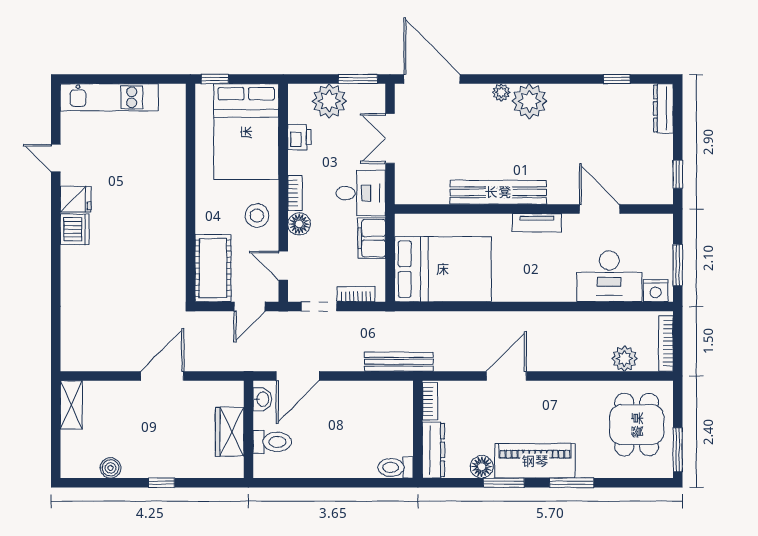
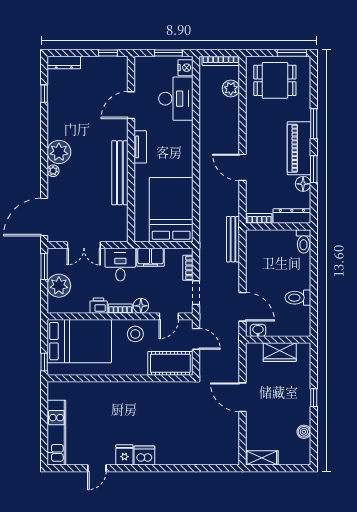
printer: (299, 137) -> (99, 306), moved
toilet: (272, 442) -> (298, 298), moved, turned -90

